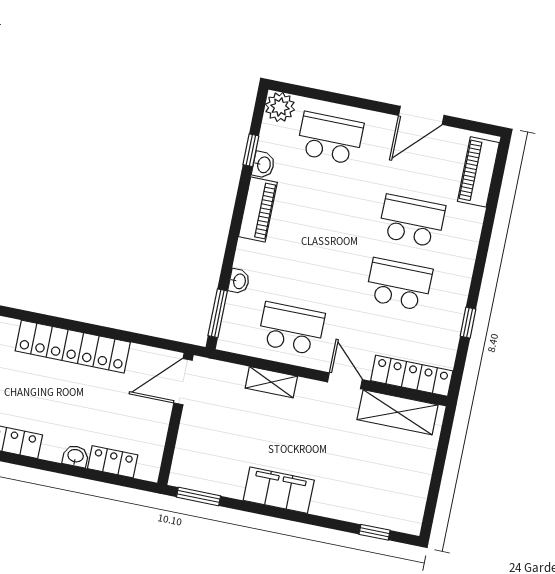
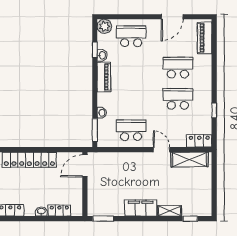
locker: (412, 376) -> (199, 141), width x0.66
shelving: (271, 382) -> (169, 211), moved

